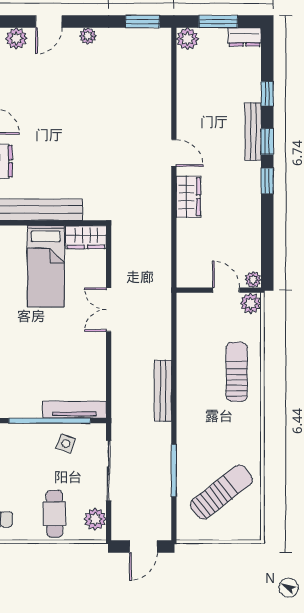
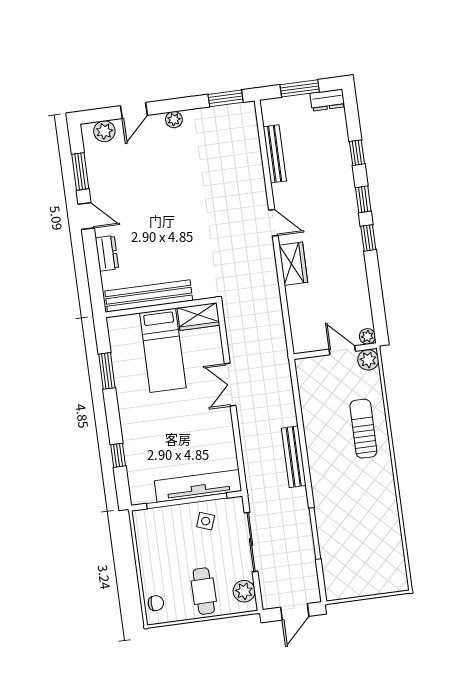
plant: (187, 39) -> (272, 109), removed
bench: (253, 132) -> (275, 154), moved
tv unit: (74, 410) -> (198, 486), width x1.36, depth x1.29
sun lounger: (221, 492) -> (364, 548), removed

